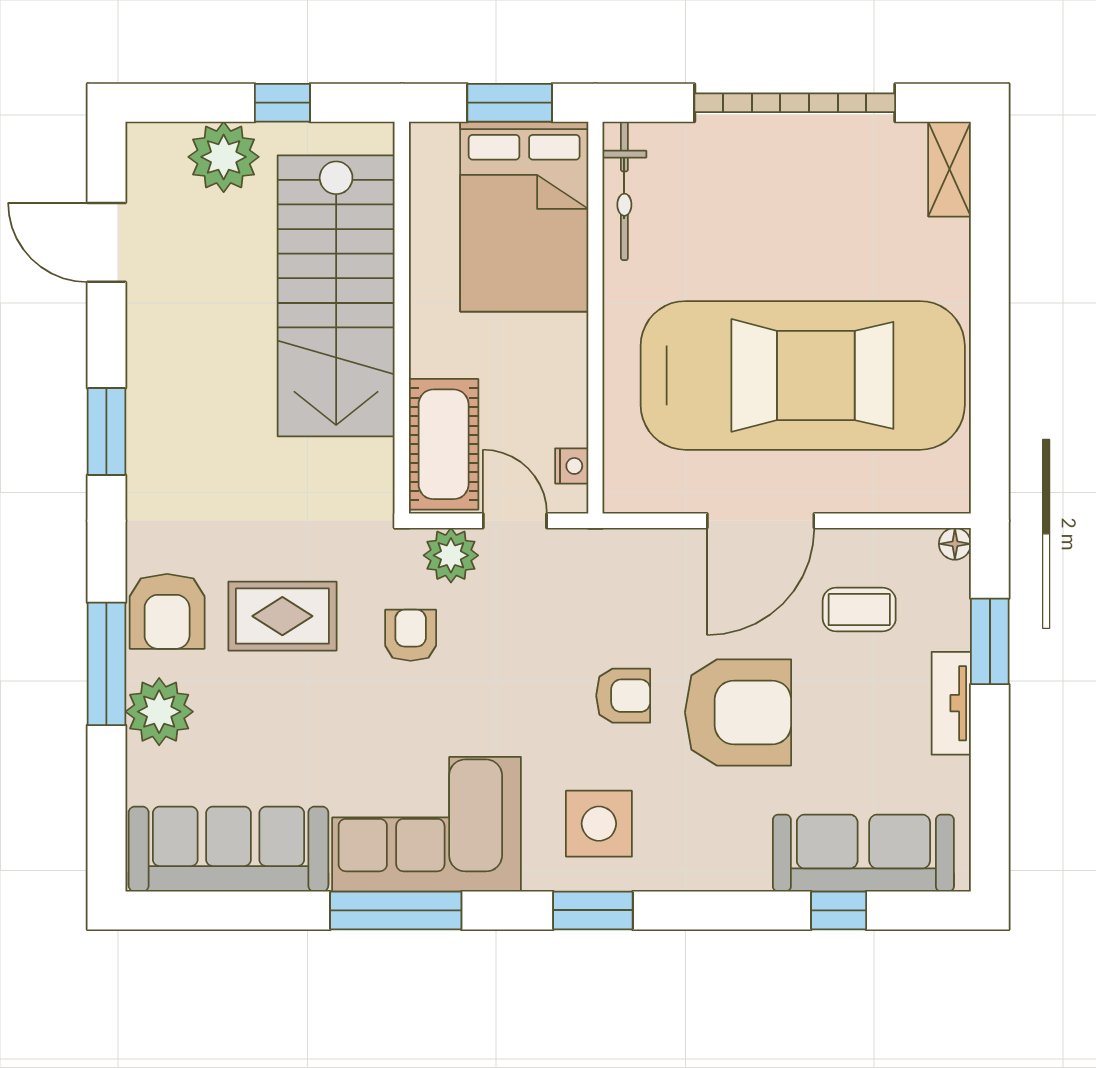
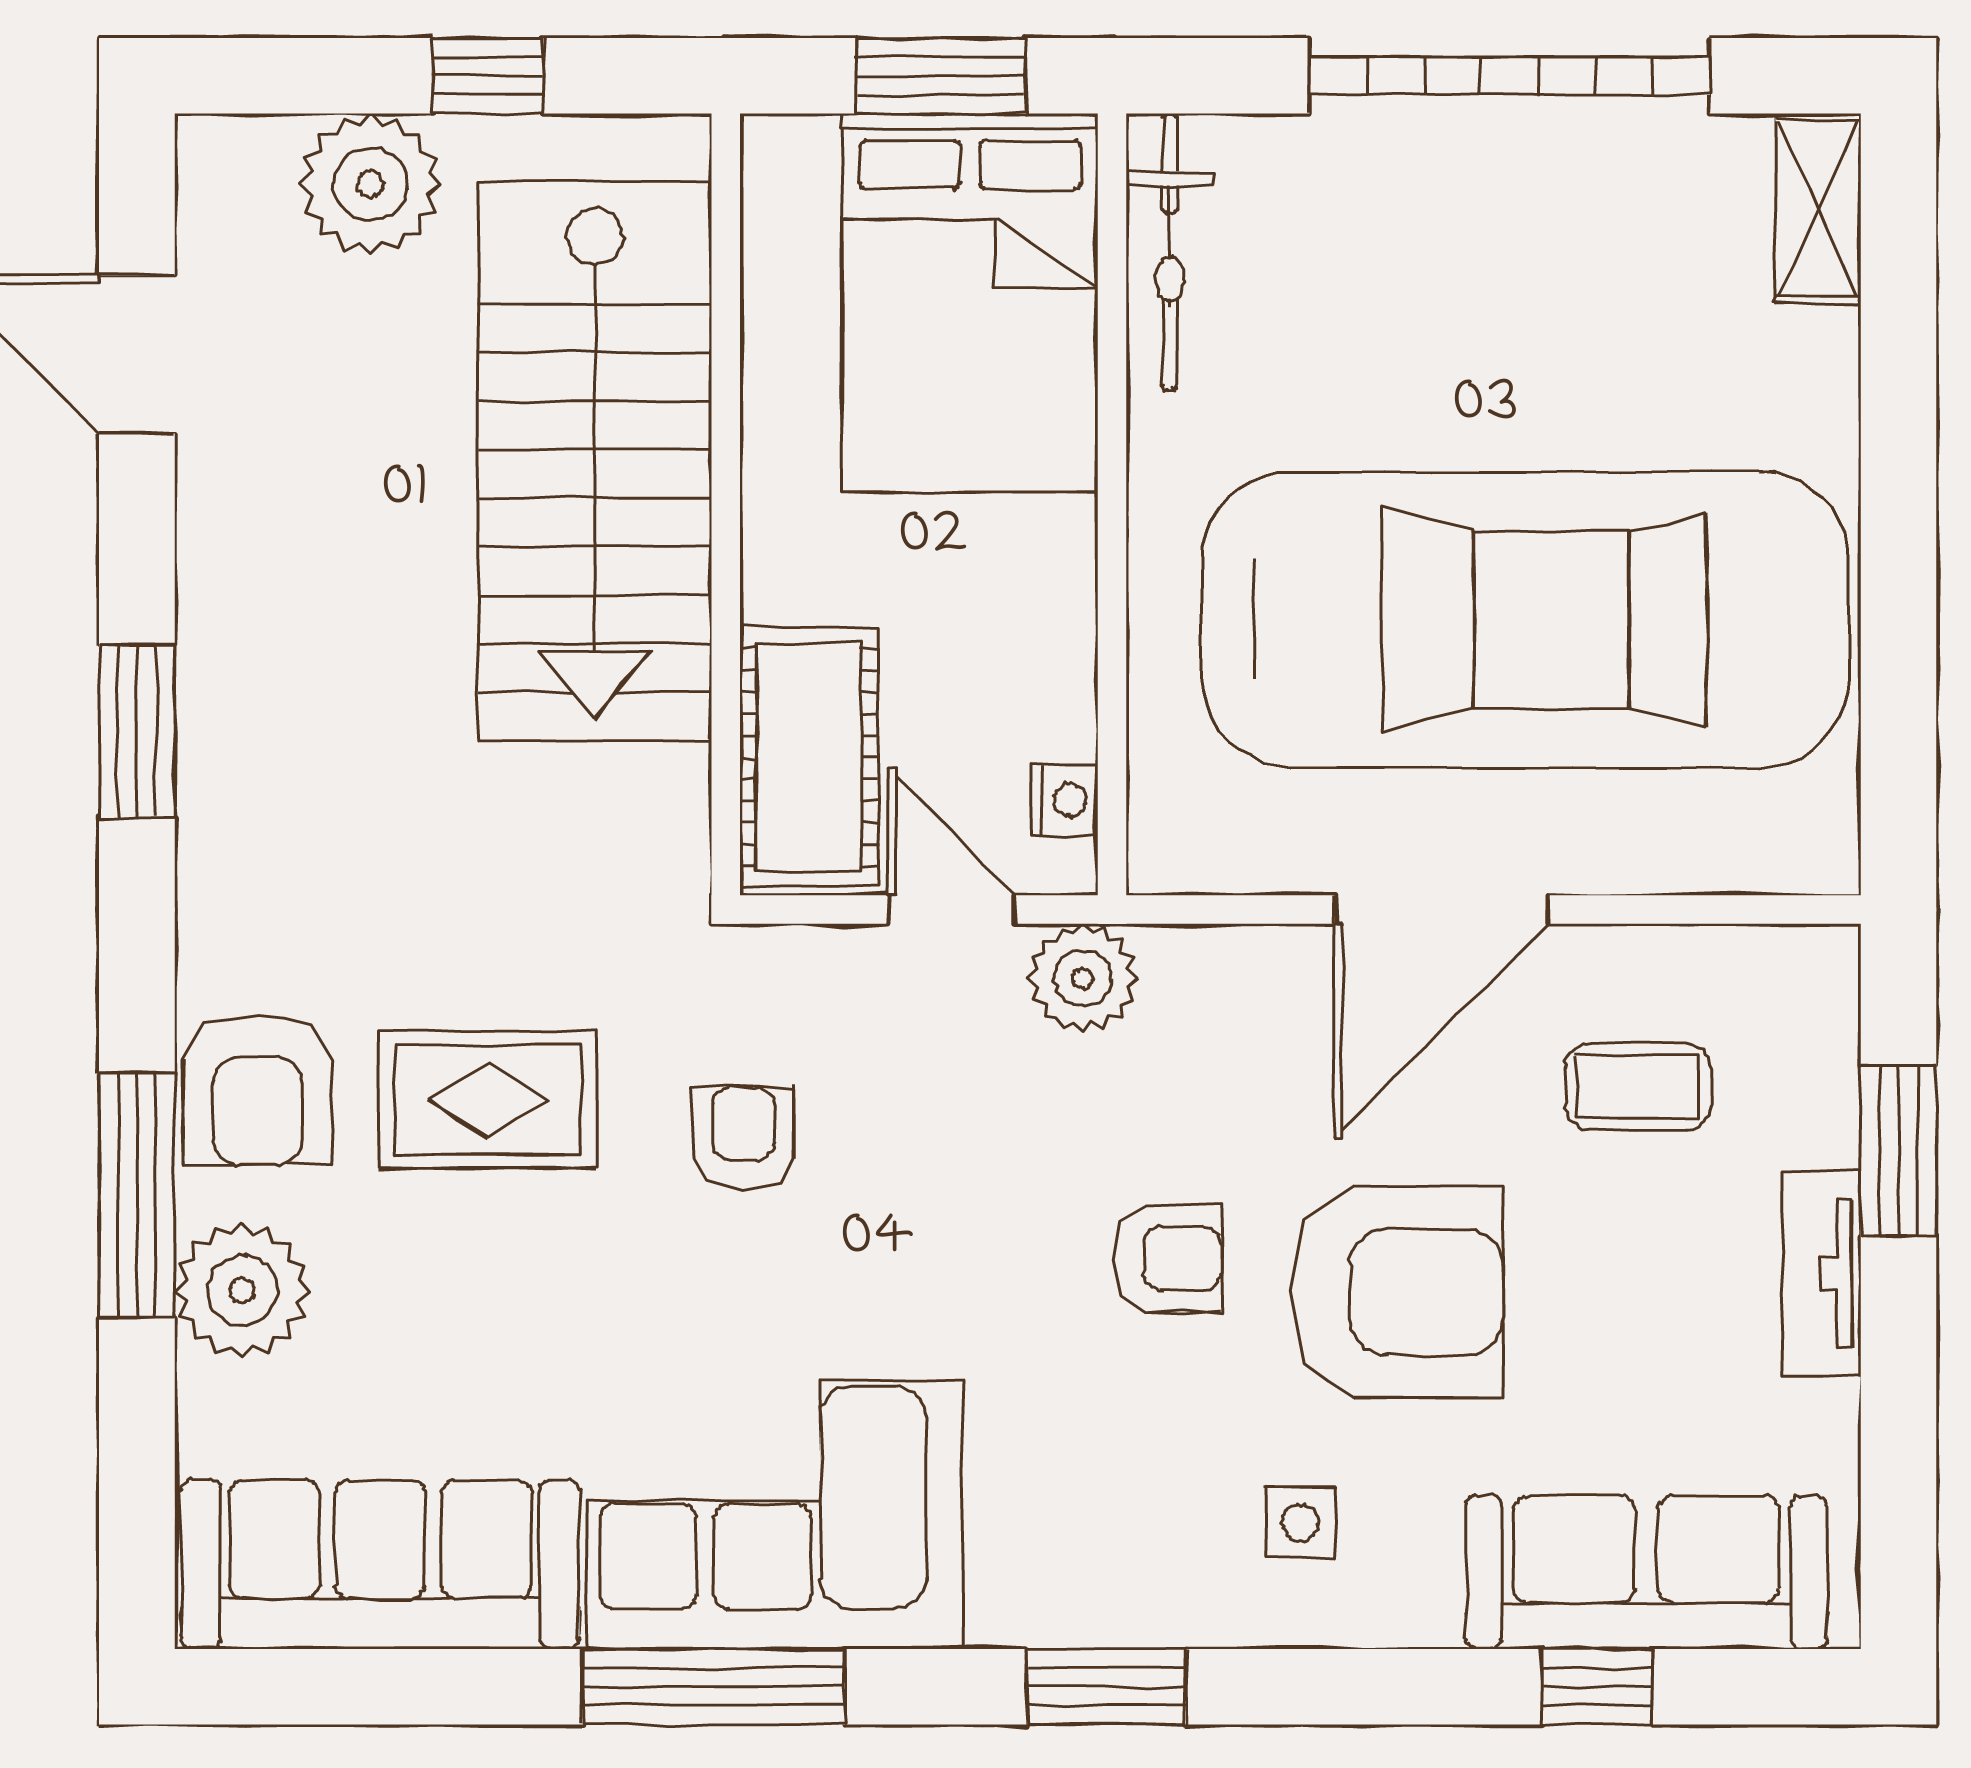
floor lamp: (955, 544) -> (1829, 955), removed
plant: (451, 555) -> (1083, 978), moved
side table: (599, 824) -> (1301, 1523), moved, width x0.54, depth x0.54

